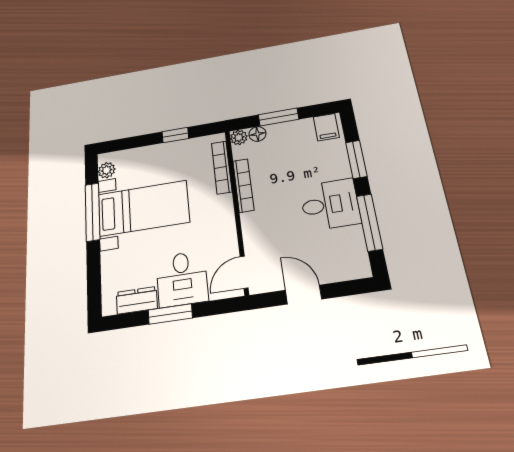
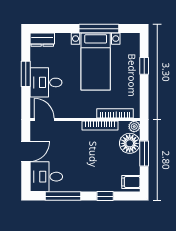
floor lamp: (257, 134) -> (130, 143), width x1.89, depth x1.89
window: (175, 135) -> (144, 66), moved
window: (356, 159) -> (105, 196), width x0.67
plant: (107, 170) -> (127, 39), removed
desk: (330, 204) -> (46, 177), moved, turned 90
dresser: (137, 300) -> (42, 40), moved, turned 90

